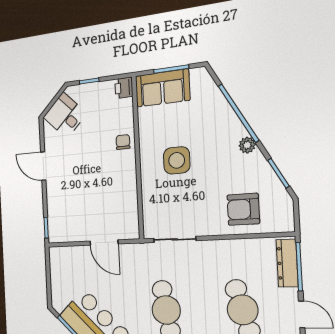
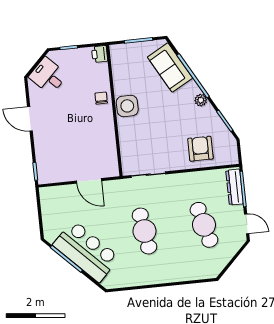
sofa: (162, 88) -> (170, 68), moved, turned 61
side table: (177, 160) -> (127, 106), moved
armchair: (243, 209) -> (200, 149), turned 90

